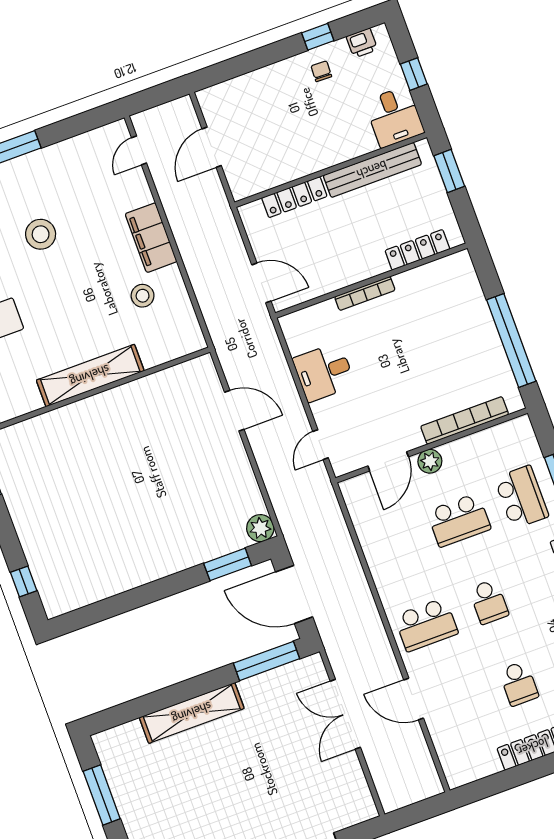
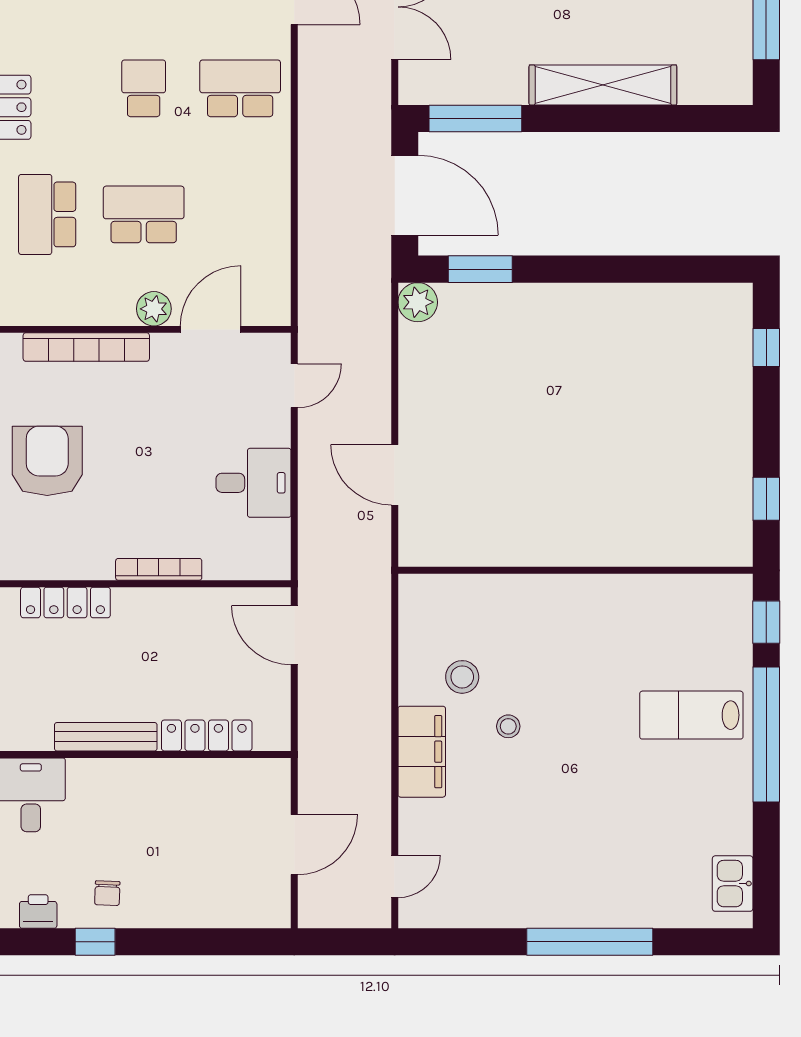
bench: (372, 170) -> (106, 737), width x0.73, depth x0.82
stool: (41, 234) -> (508, 726), moved, width x0.53, depth x0.53
armchair: (463, 337) -> (47, 461), added
shelving: (90, 376) -> (573, 594), removed

